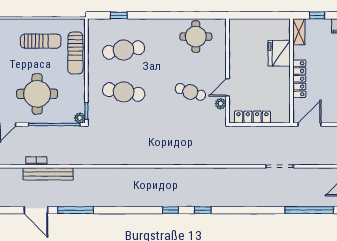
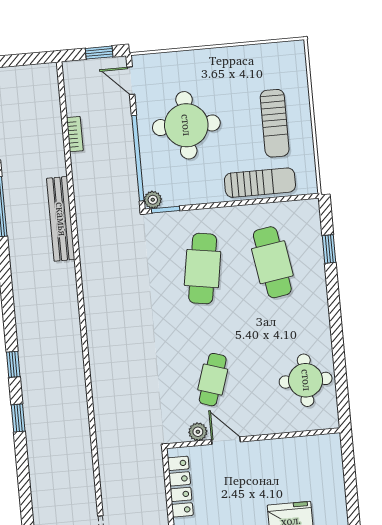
sun lounger: (75, 53) -> (260, 183), turned 180
bench: (48, 174) -> (61, 219), moved

